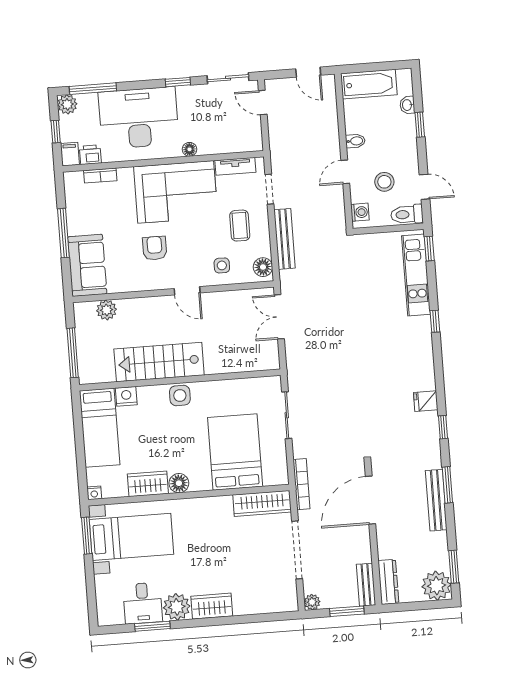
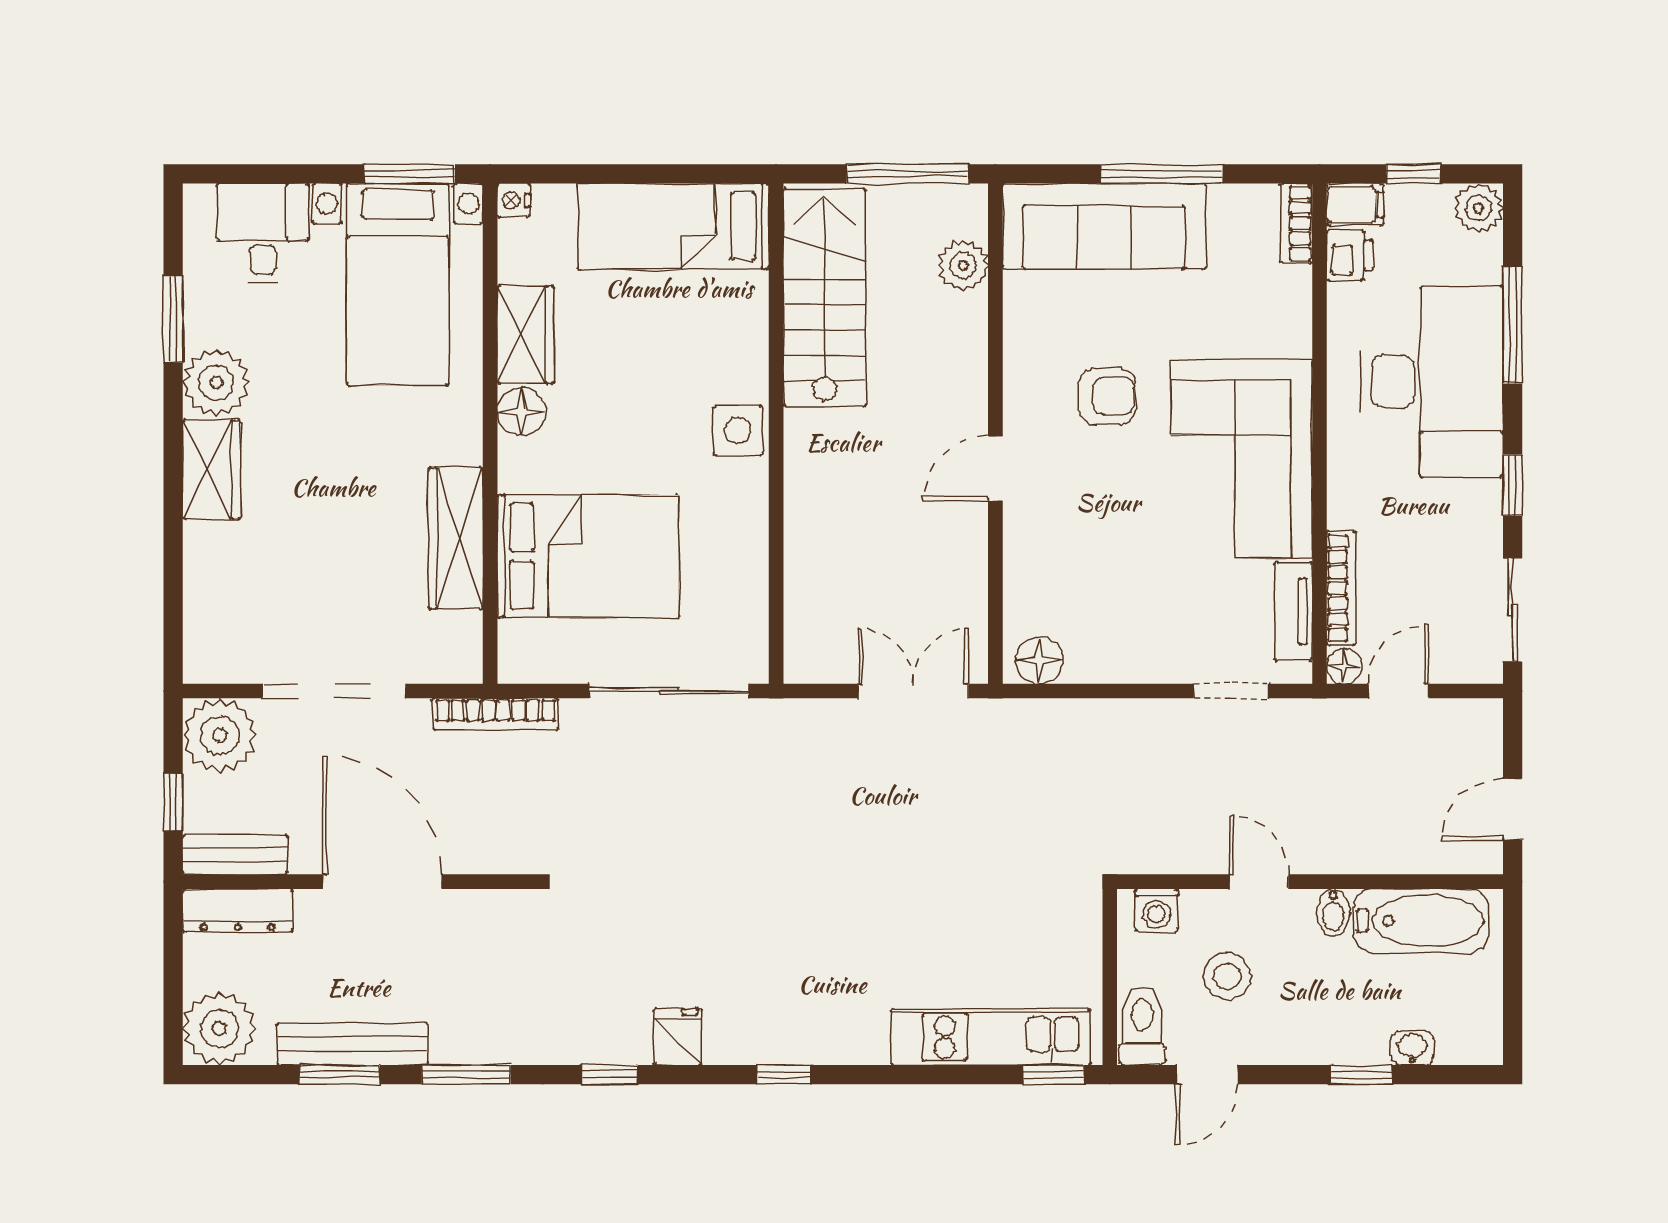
bathtub: (369, 84) -> (1421, 921), moved, turned -90
window: (93, 89) -> (1513, 325), moved
door: (263, 102) -> (1399, 691), moved
bookcase: (225, 148) -> (1341, 588), added
floor lamp: (189, 149) -> (1344, 666), moved
bookcase: (100, 176) -> (1296, 223), moved
coffee table: (240, 226) -> (1146, 611), removed
bench: (285, 239) -> (1105, 719), removed
sofa: (87, 265) -> (1104, 226), width x1.36
side table: (222, 265) -> (1051, 559), removed
window: (435, 321) -> (784, 1075), moved
window: (73, 353) -> (908, 174), moved
stairs: (159, 362) -> (824, 298), moved
nightstand: (126, 396) -> (746, 298), removed
sliding door: (287, 415) -> (669, 691), width x1.37
door: (370, 500) -> (382, 882), moved
bench: (436, 500) -> (352, 1044), moved
wardrobe: (262, 503) -> (456, 538), moved
window: (454, 567) -> (340, 1075), moved
plant: (312, 602) -> (220, 735), width x1.87, depth x1.87
desk: (143, 603) -> (263, 233), moved, turned 90
window: (347, 611) -> (173, 802), width x0.67

